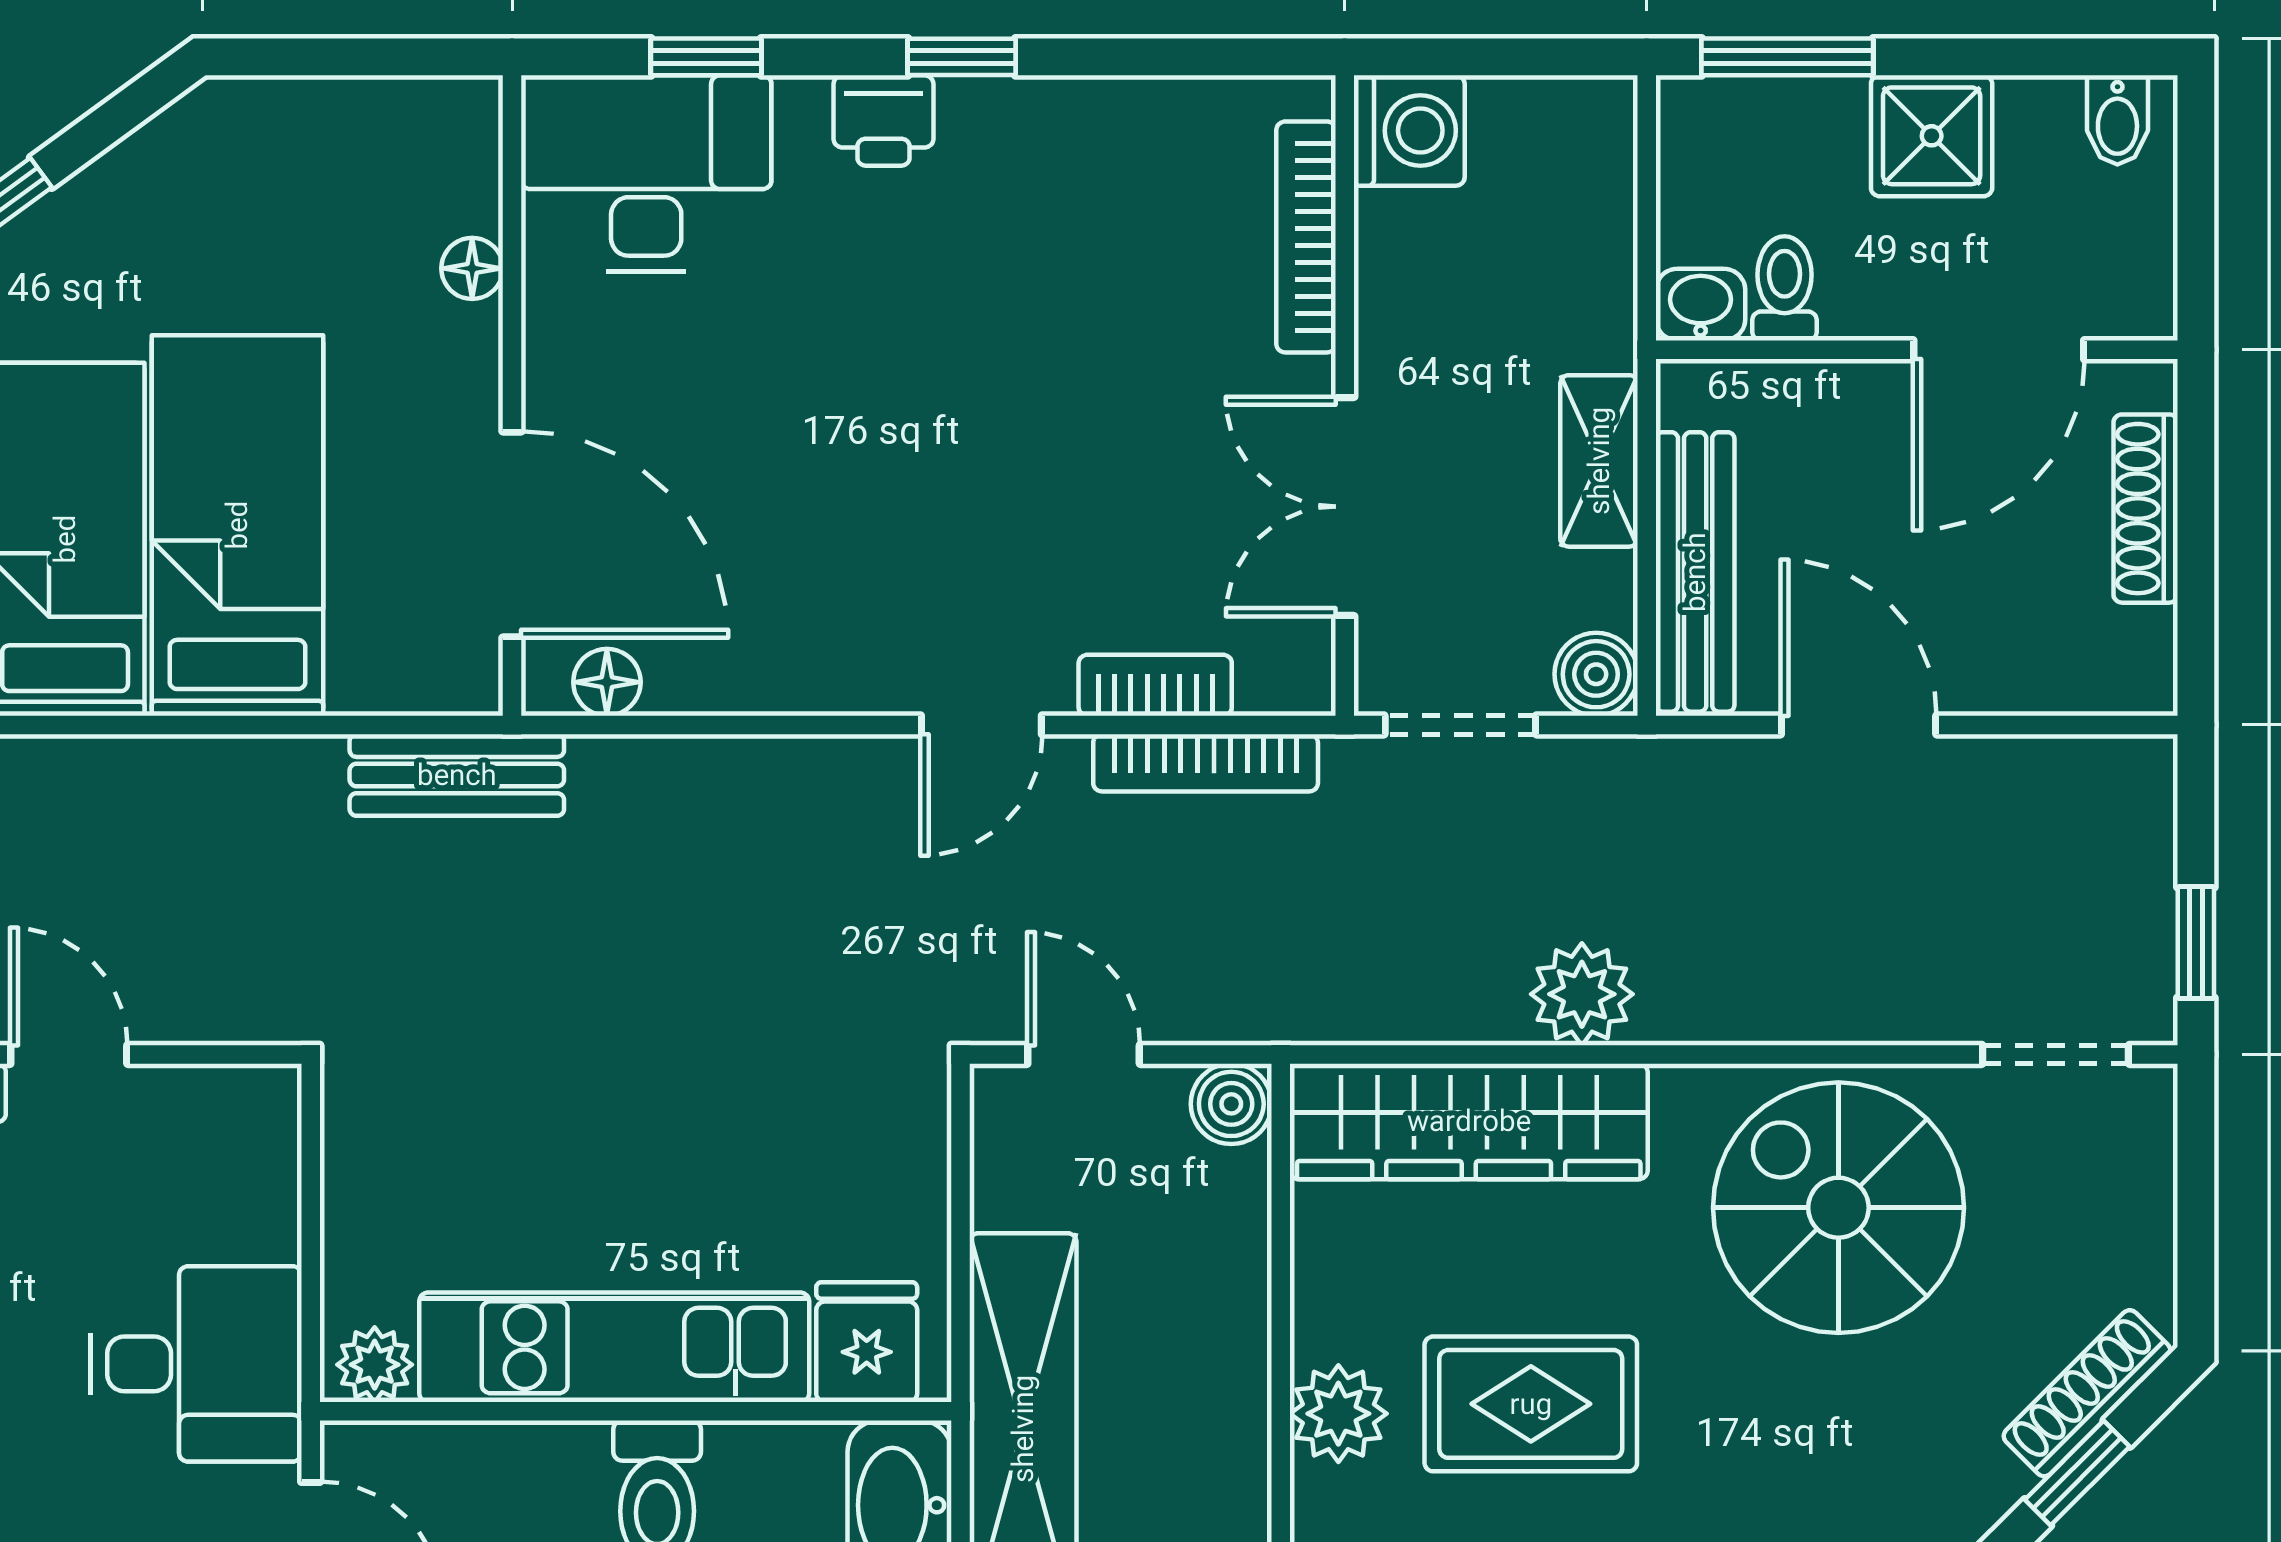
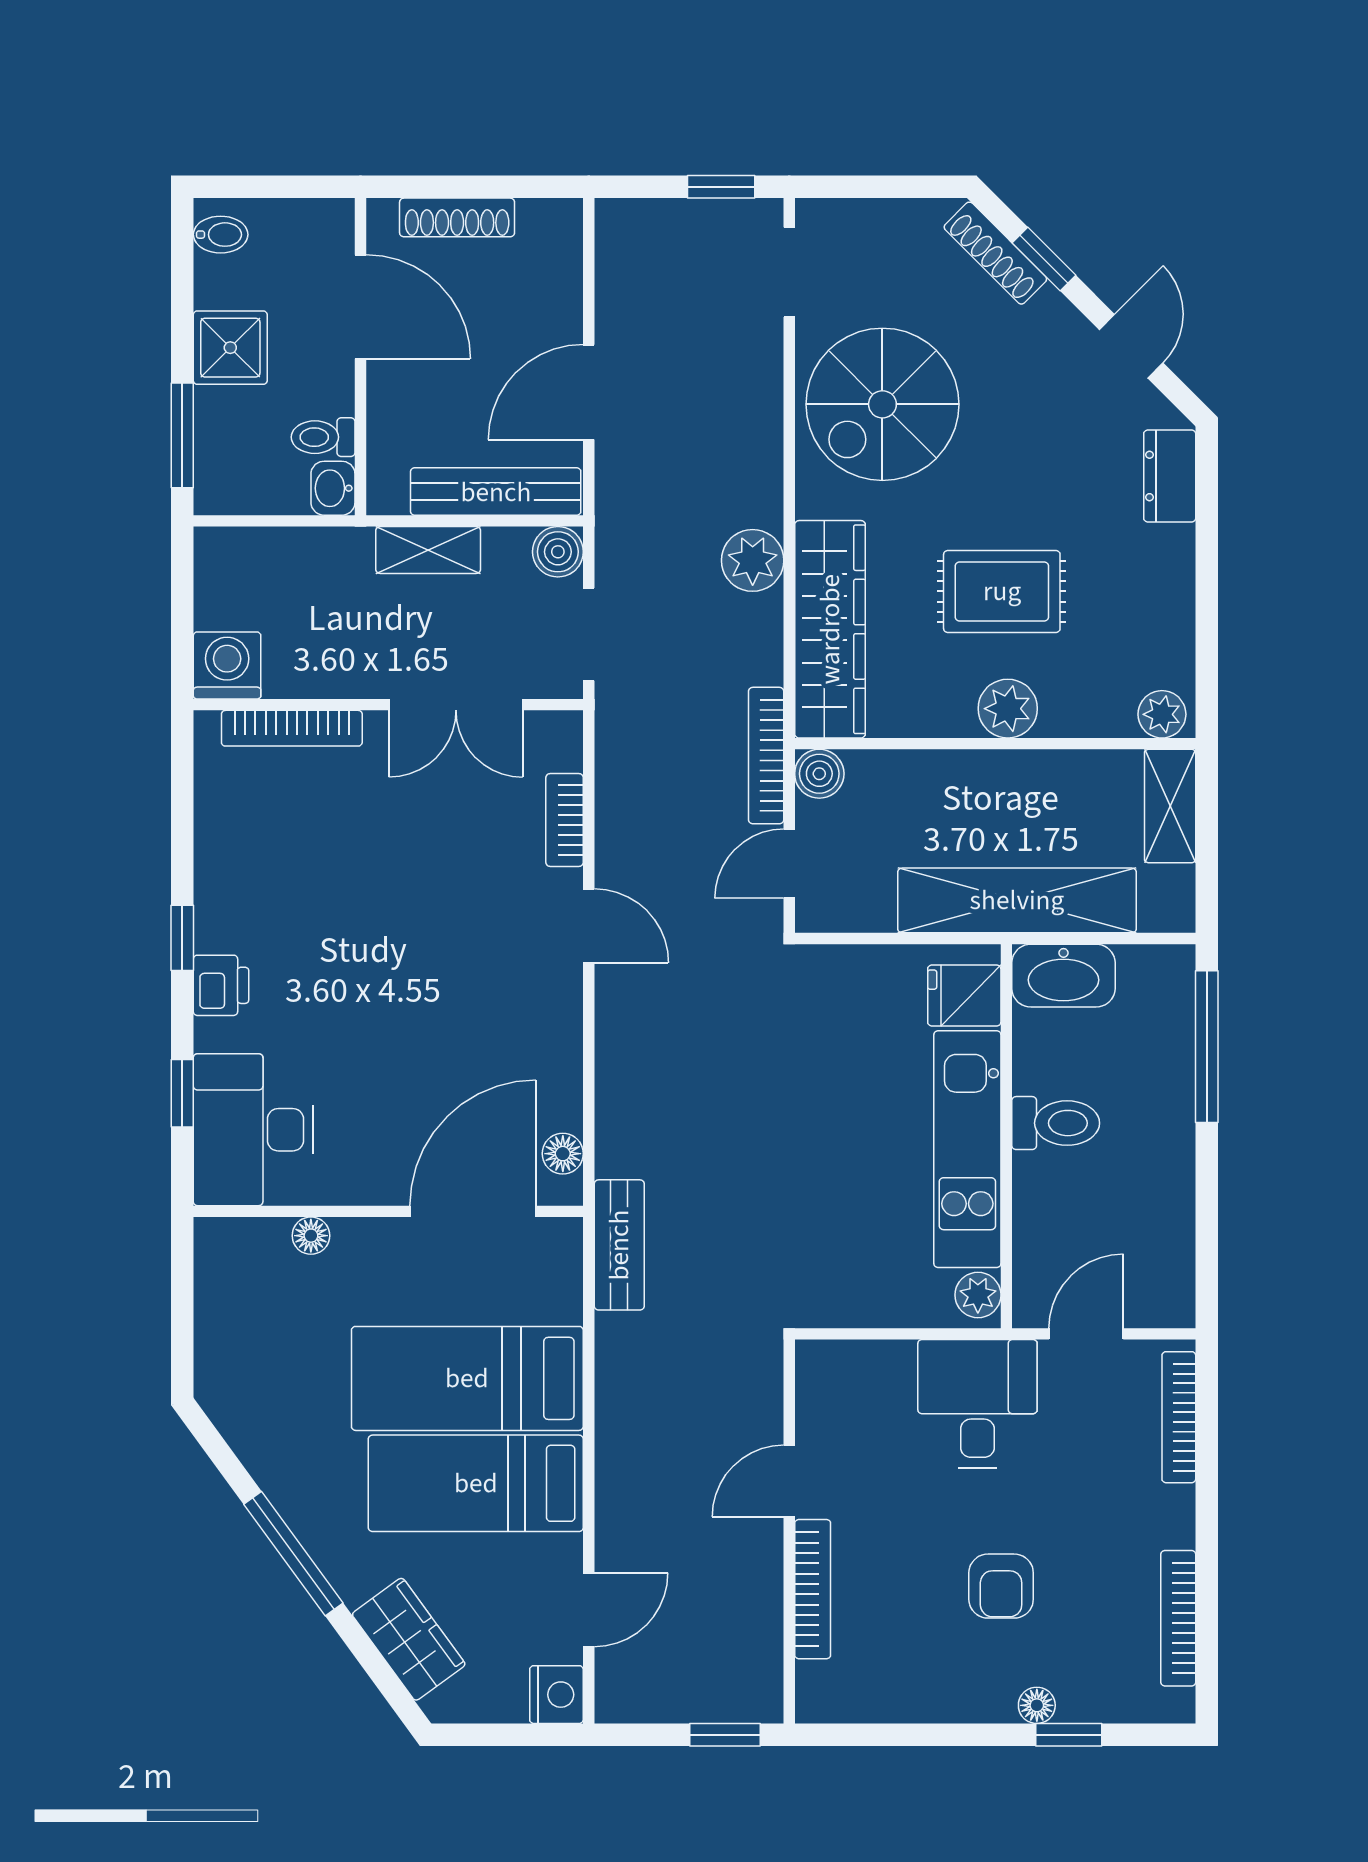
bookcase: (1206, 763) -> (766, 756), moved, turned 180
rug: (1531, 1404) -> (1002, 591), turned 90

